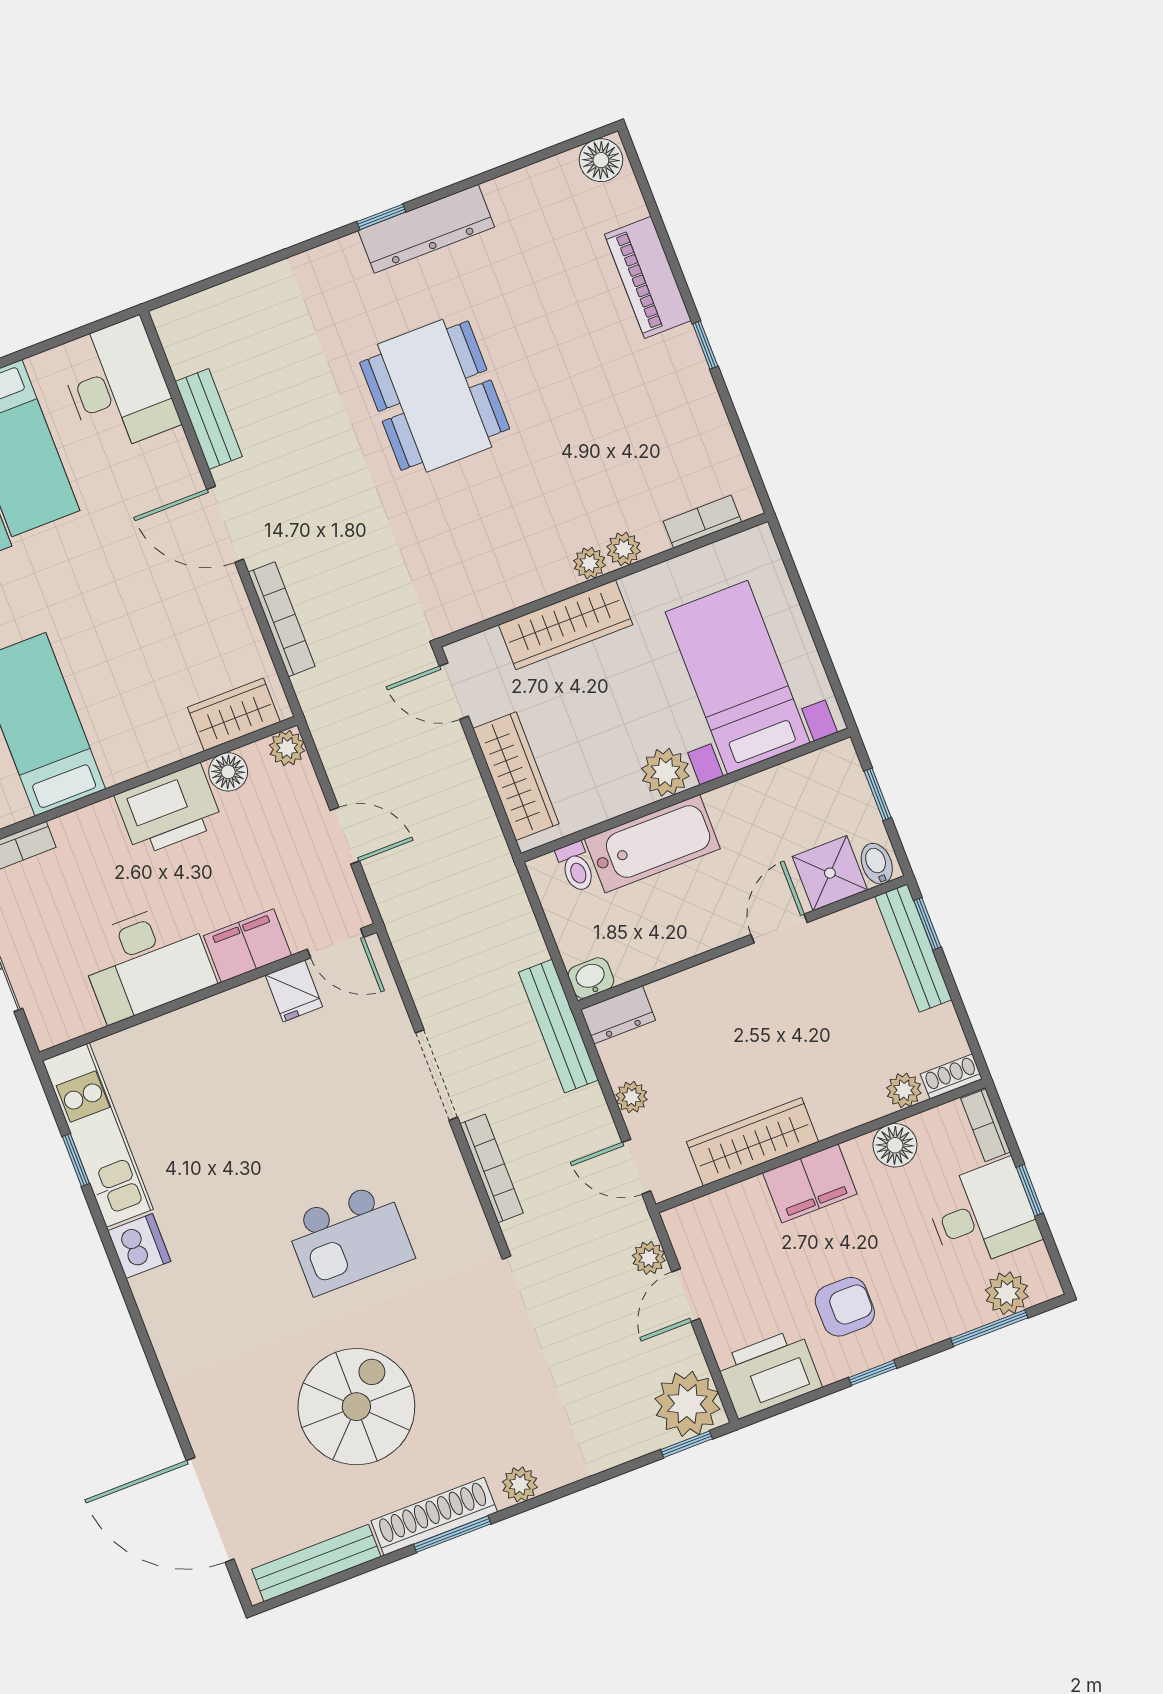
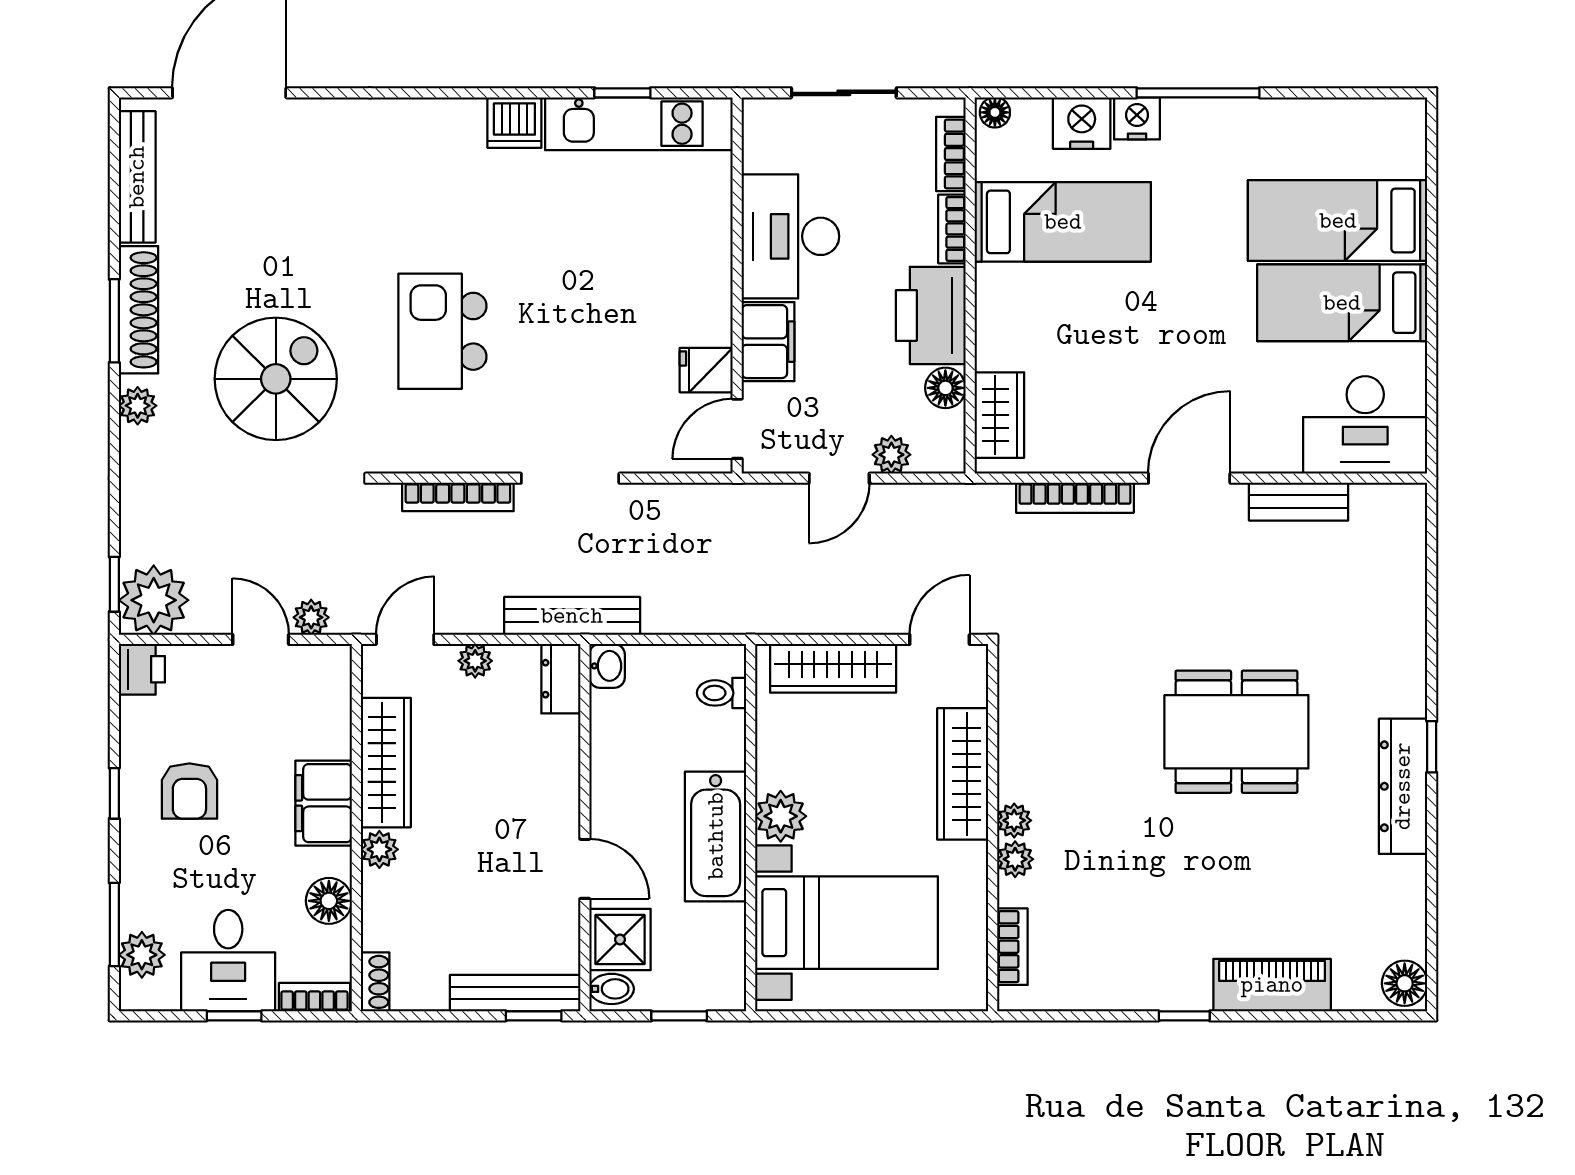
plant: (287, 748) -> (891, 455), moved
bookcase: (84, 820) -> (952, 229), added
bathtub: (652, 844) -> (716, 836), moved
plant: (904, 1090) -> (379, 849), moved
printer: (769, 1373) -> (142, 669), width x0.53, depth x0.68
spiral stairs: (356, 1407) -> (276, 379), moved, turned -90

